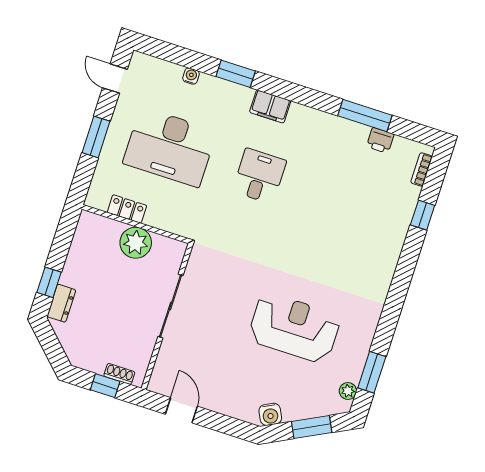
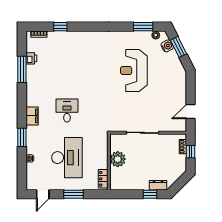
desk: (259, 176) -> (67, 110), turned 90
locker: (127, 209) -> (103, 179), moved
water cooler: (270, 414) -> (167, 46), moved

